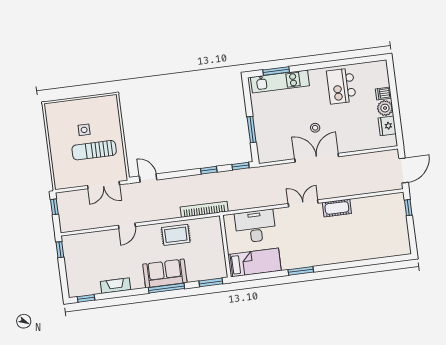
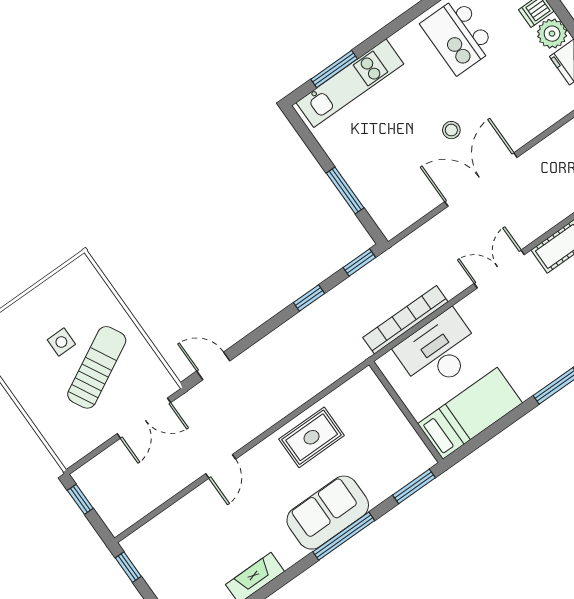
sun lounger: (94, 150) -> (97, 367), turned 152
bookcase: (204, 209) -> (405, 320), moved

